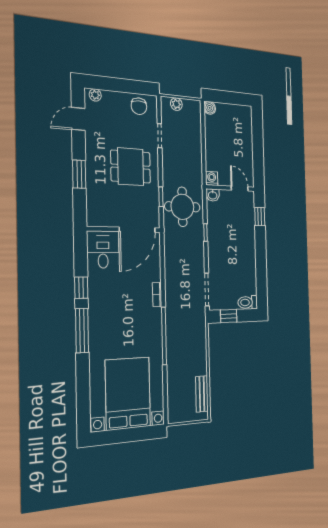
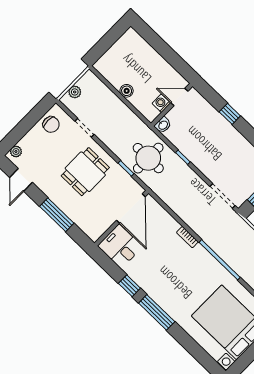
boiler: (210, 108) -> (127, 91), moved
window: (79, 174) -> (57, 215), width x1.44
washing machine: (212, 178) -> (161, 103), moved
window: (260, 217) -> (230, 114), moved

